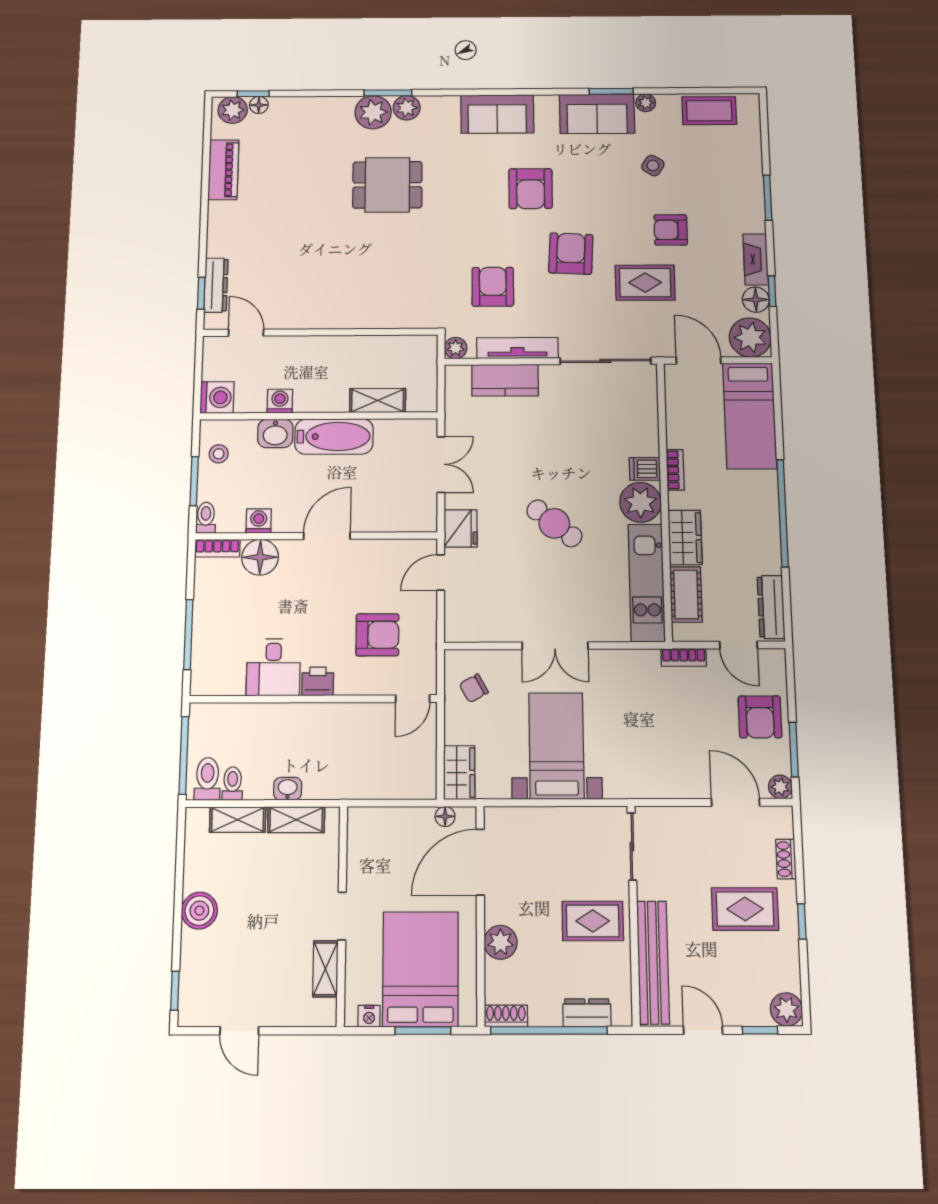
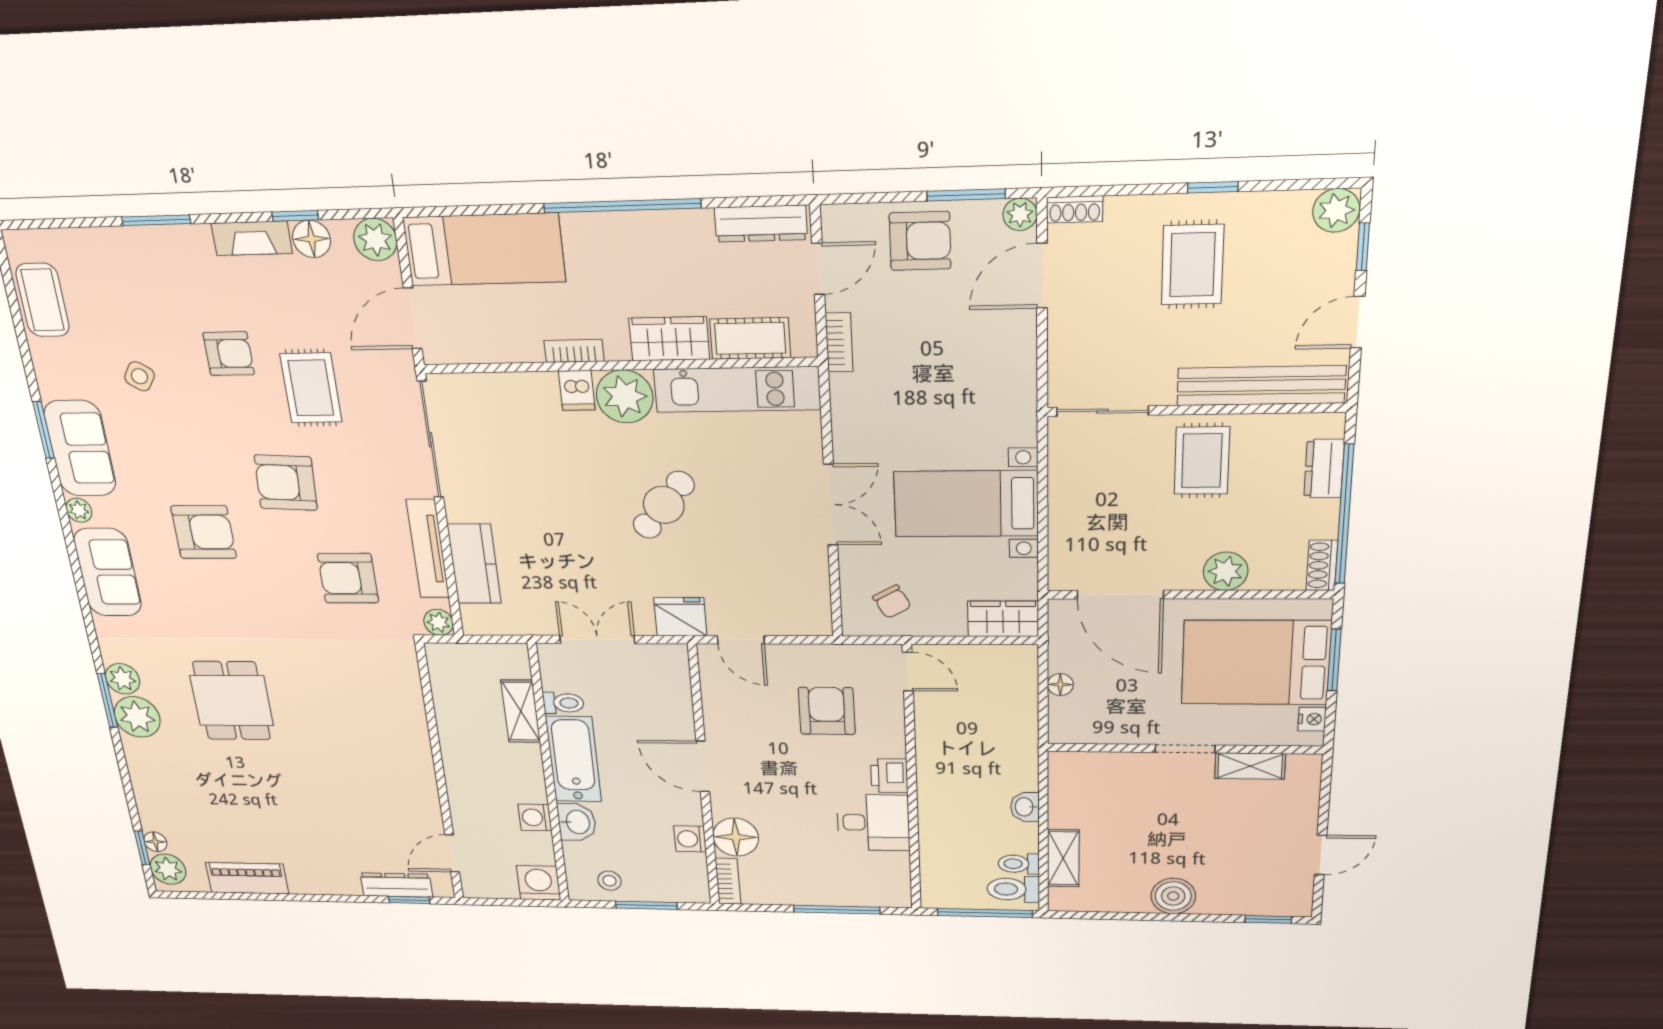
plant: (646, 103) -> (79, 510), moved
armchair: (671, 230) -> (229, 354), turned -90
plant: (750, 337) -> (375, 239), width x0.73, depth x0.73
toilet: (206, 518) -> (563, 703), moved, turned 180
floor lamp: (445, 816) -> (1060, 685), moved
shelving: (296, 820) -> (1064, 798), removed
shoe rack: (786, 859) -> (1075, 209), moved

